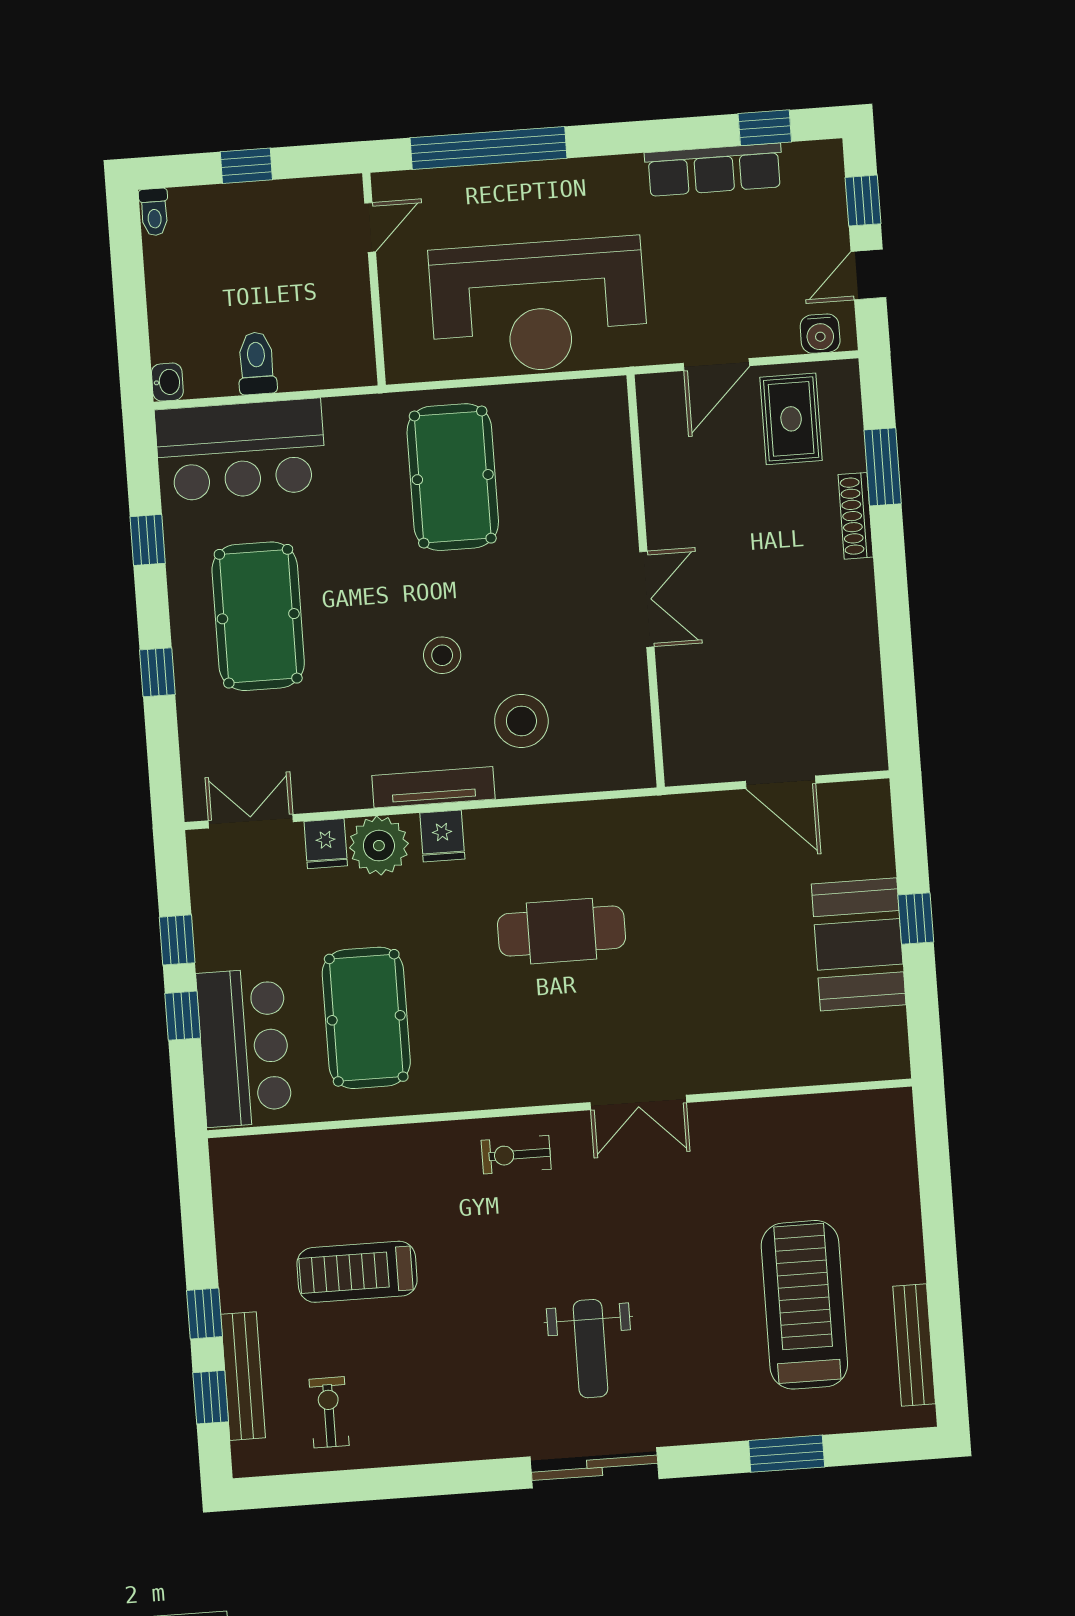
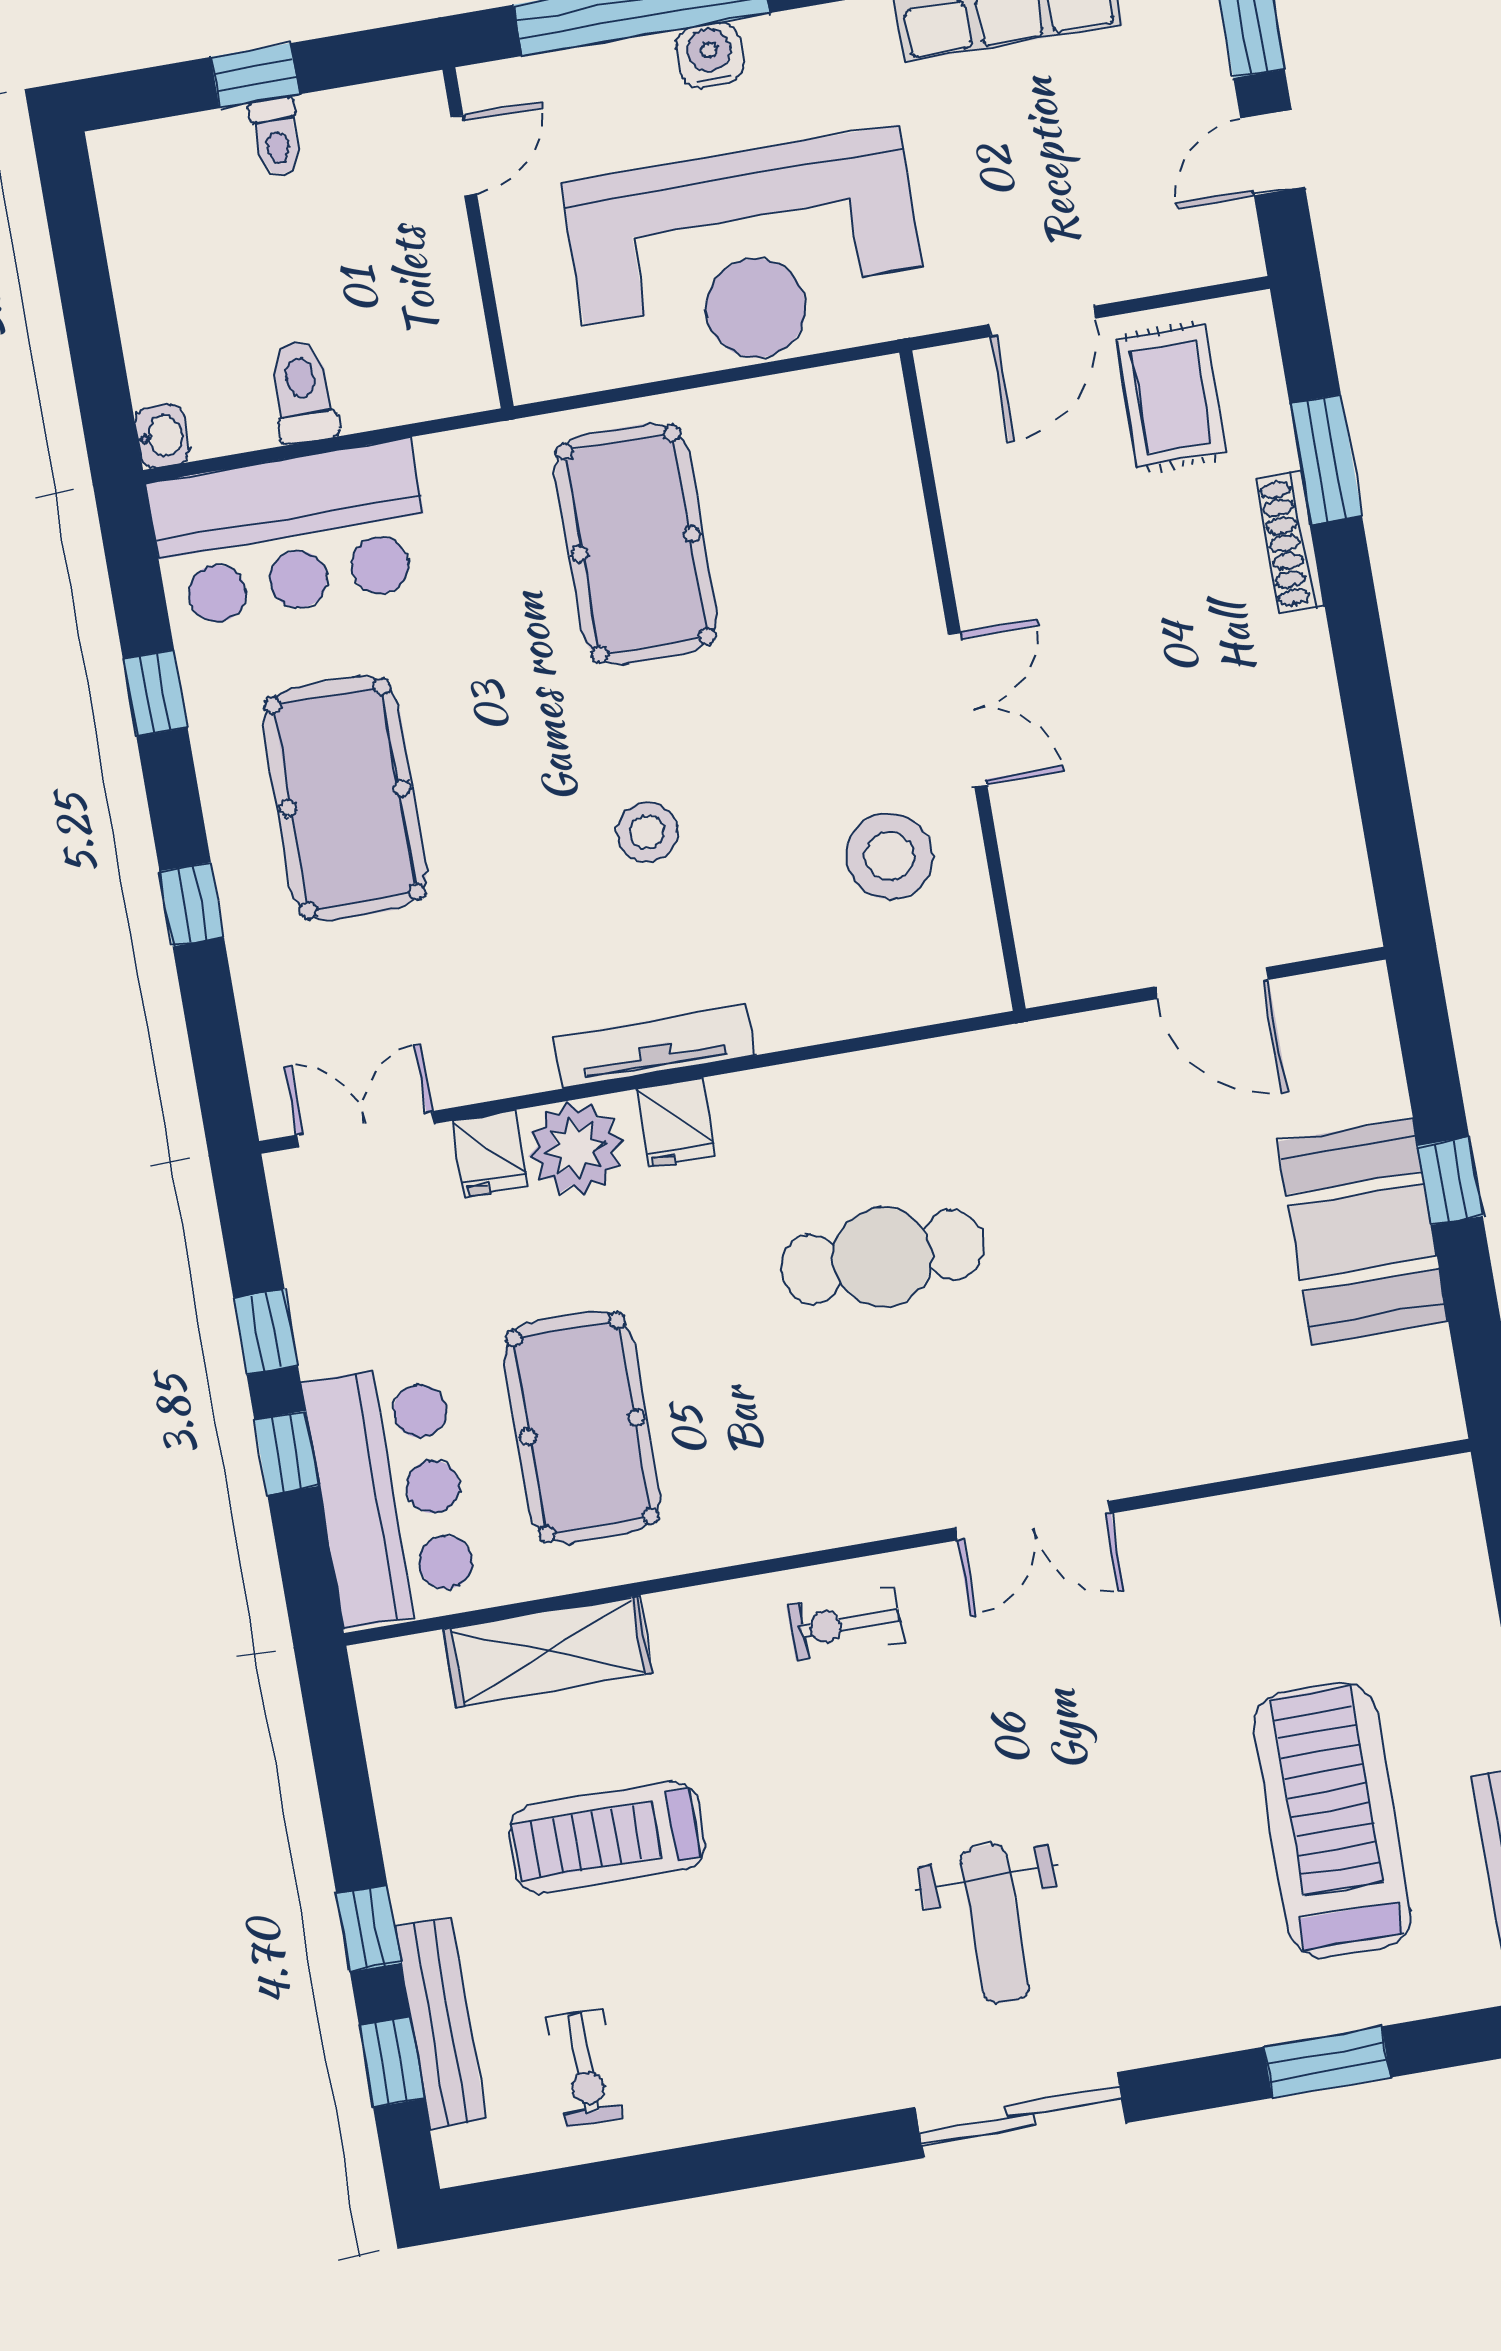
toilet: (154, 212) -> (276, 137), moved
water cooler: (820, 334) -> (710, 55), moved, turned 180
stool: (521, 721) -> (889, 856), moved
shelving: (331, 1154) -> (548, 1651), added
exercise bike: (329, 1412) -> (585, 2068), turned 180

